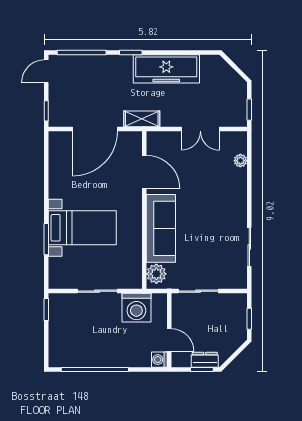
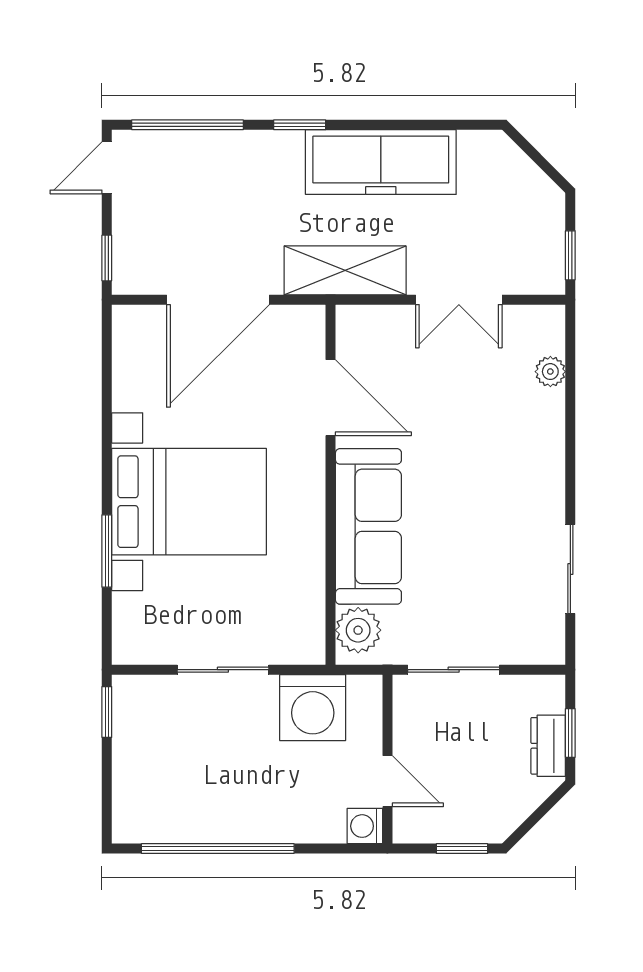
shelving: (142, 119) -> (345, 270), width x1.50, depth x1.33
bed with nightstands: (82, 228) -> (189, 502), width x1.36
dresser: (205, 360) -> (548, 746), moved, turned -90

